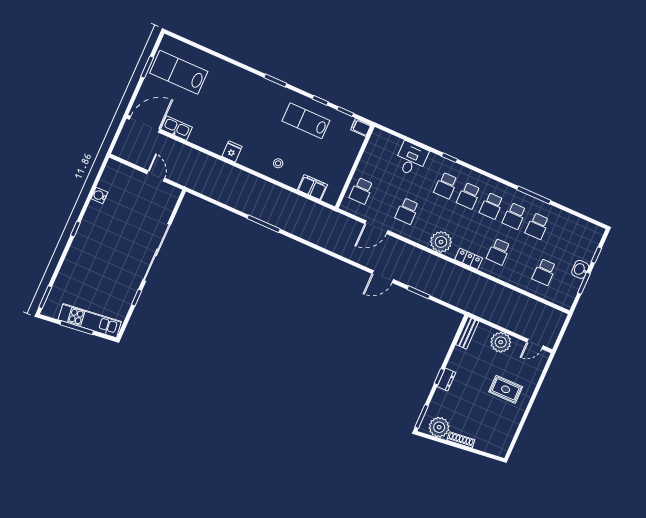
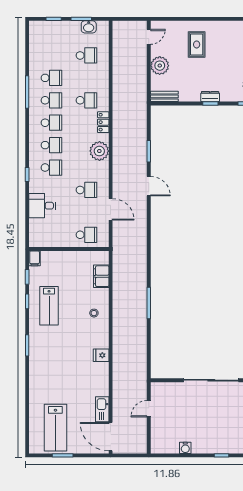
washbasin: (580, 269) -> (89, 27), moved
door: (535, 344) -> (149, 37), hinge flipped

